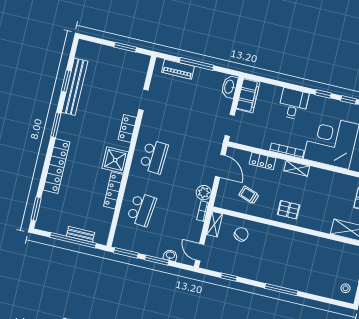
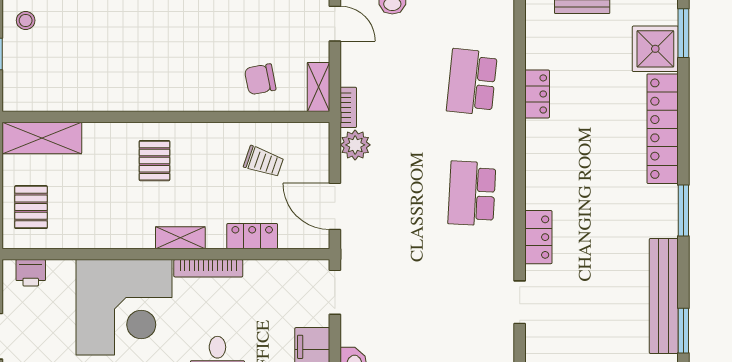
window: (66, 81) -> (683, 331), moved
shower: (115, 160) -> (655, 49), moved
locker: (113, 190) -> (537, 94), width x0.66
pallet: (289, 210) -> (154, 161), moved, turned 90
chair: (241, 234) -> (260, 79), turned 52

